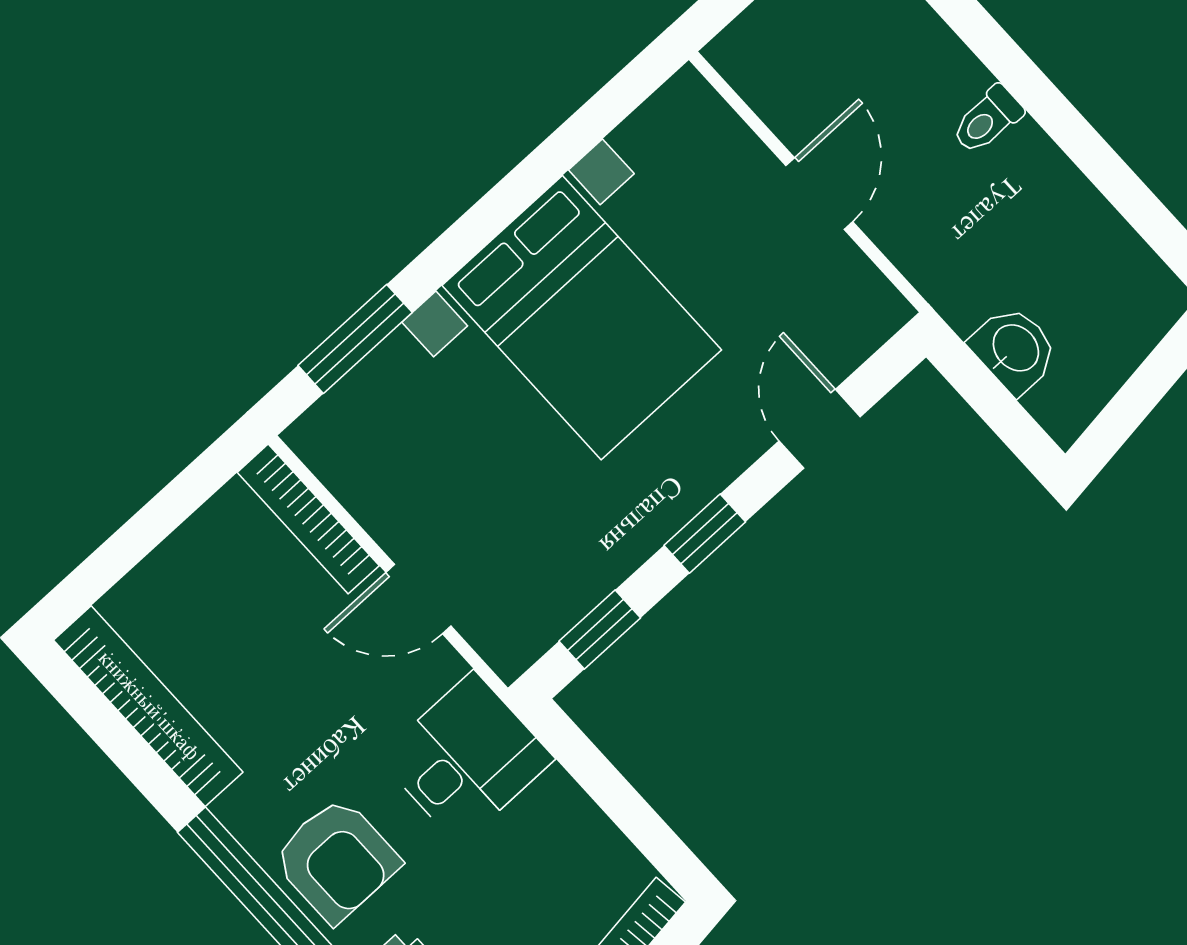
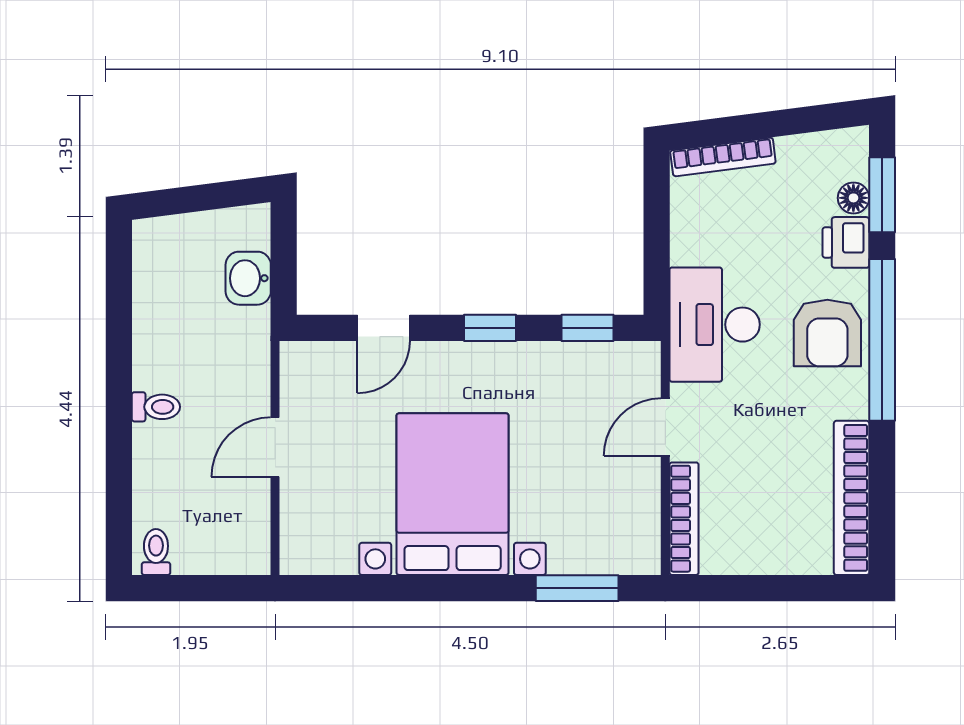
door: (418, 599) -> (665, 427), swing flipped
desk: (466, 758) -> (715, 325), width x1.37
armchair: (336, 860) -> (827, 333), turned 180

